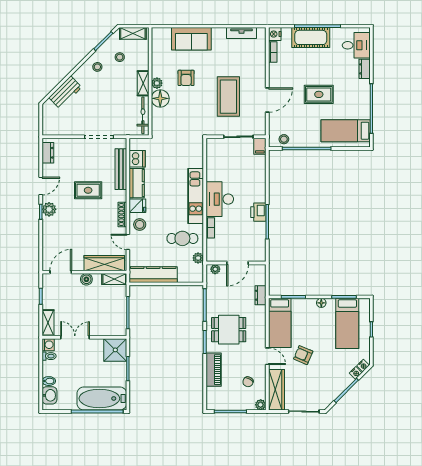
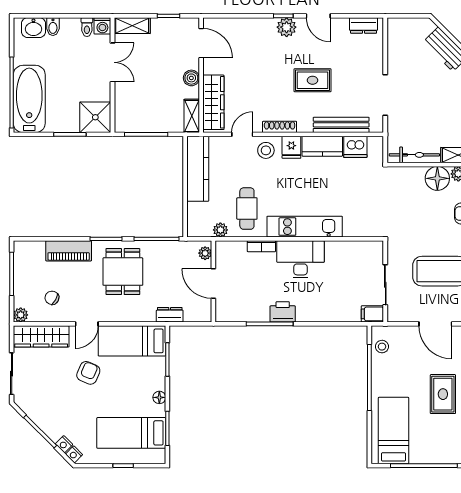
rug: (88, 190) -> (312, 80), turned 90

